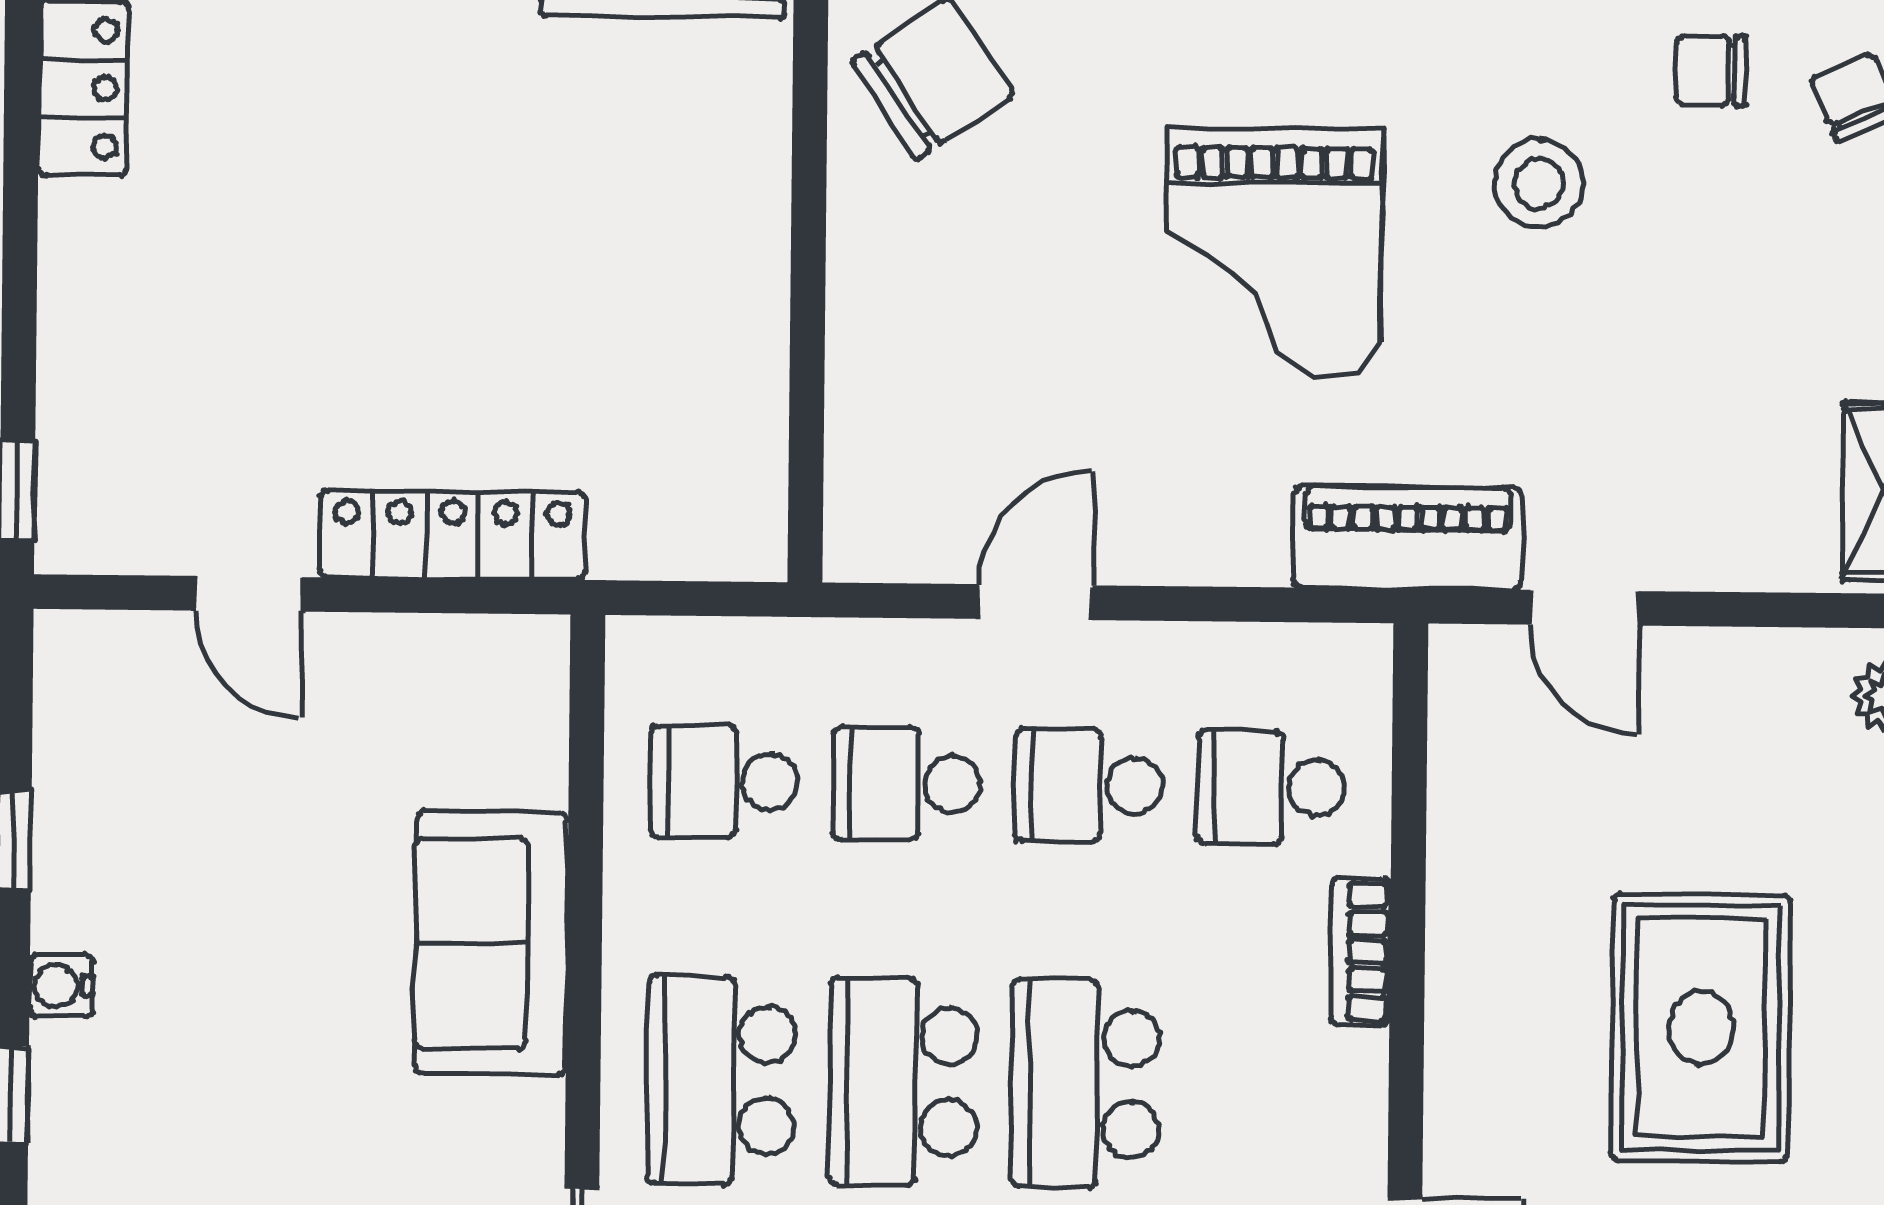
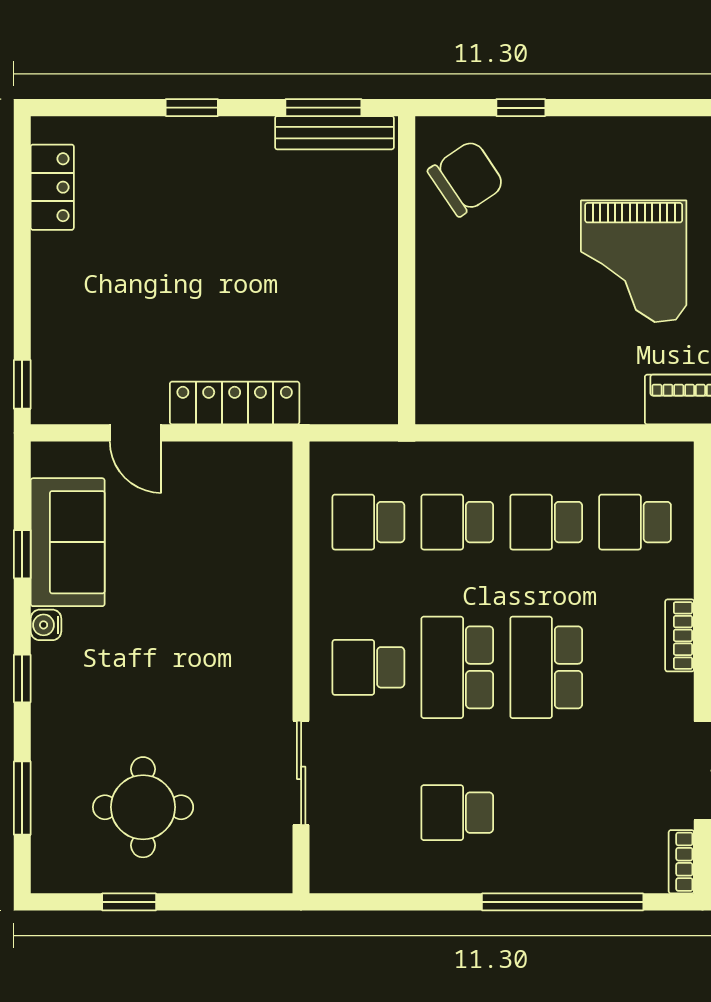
door: (1035, 602) -> (519, 433), removed
sofa: (491, 943) -> (68, 542), moved, turned 180
bookcase: (1361, 952) -> (680, 635), moved
school desk: (721, 1080) -> (368, 667), width x0.54

